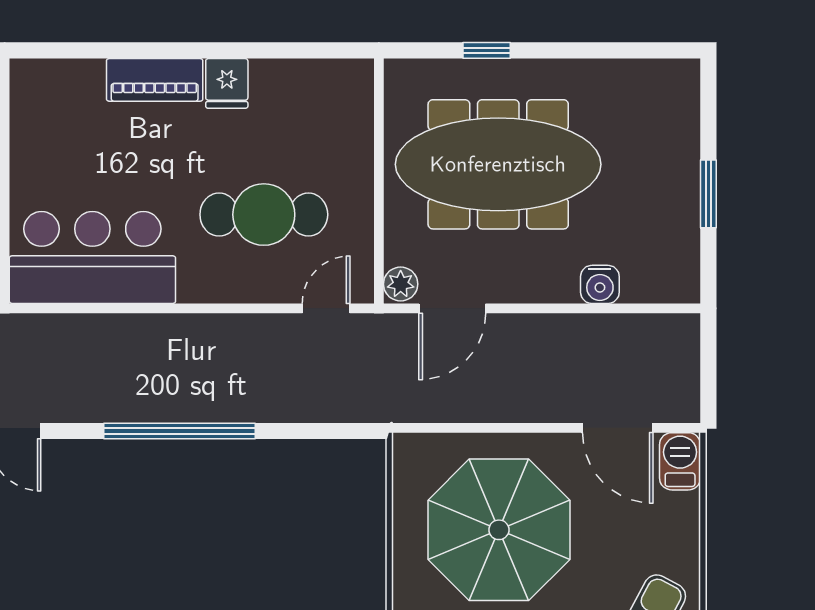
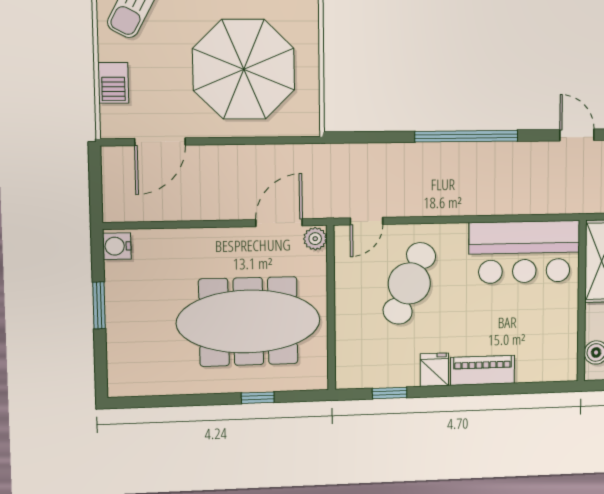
window: (294, 50) -> (390, 393), added
cafe table: (264, 215) -> (409, 283), turned -67
water cooler: (600, 284) -> (117, 246), moved, turned -90
door: (618, 428) -> (160, 142), swing flipped
barbecue: (680, 461) -> (113, 83), moved

